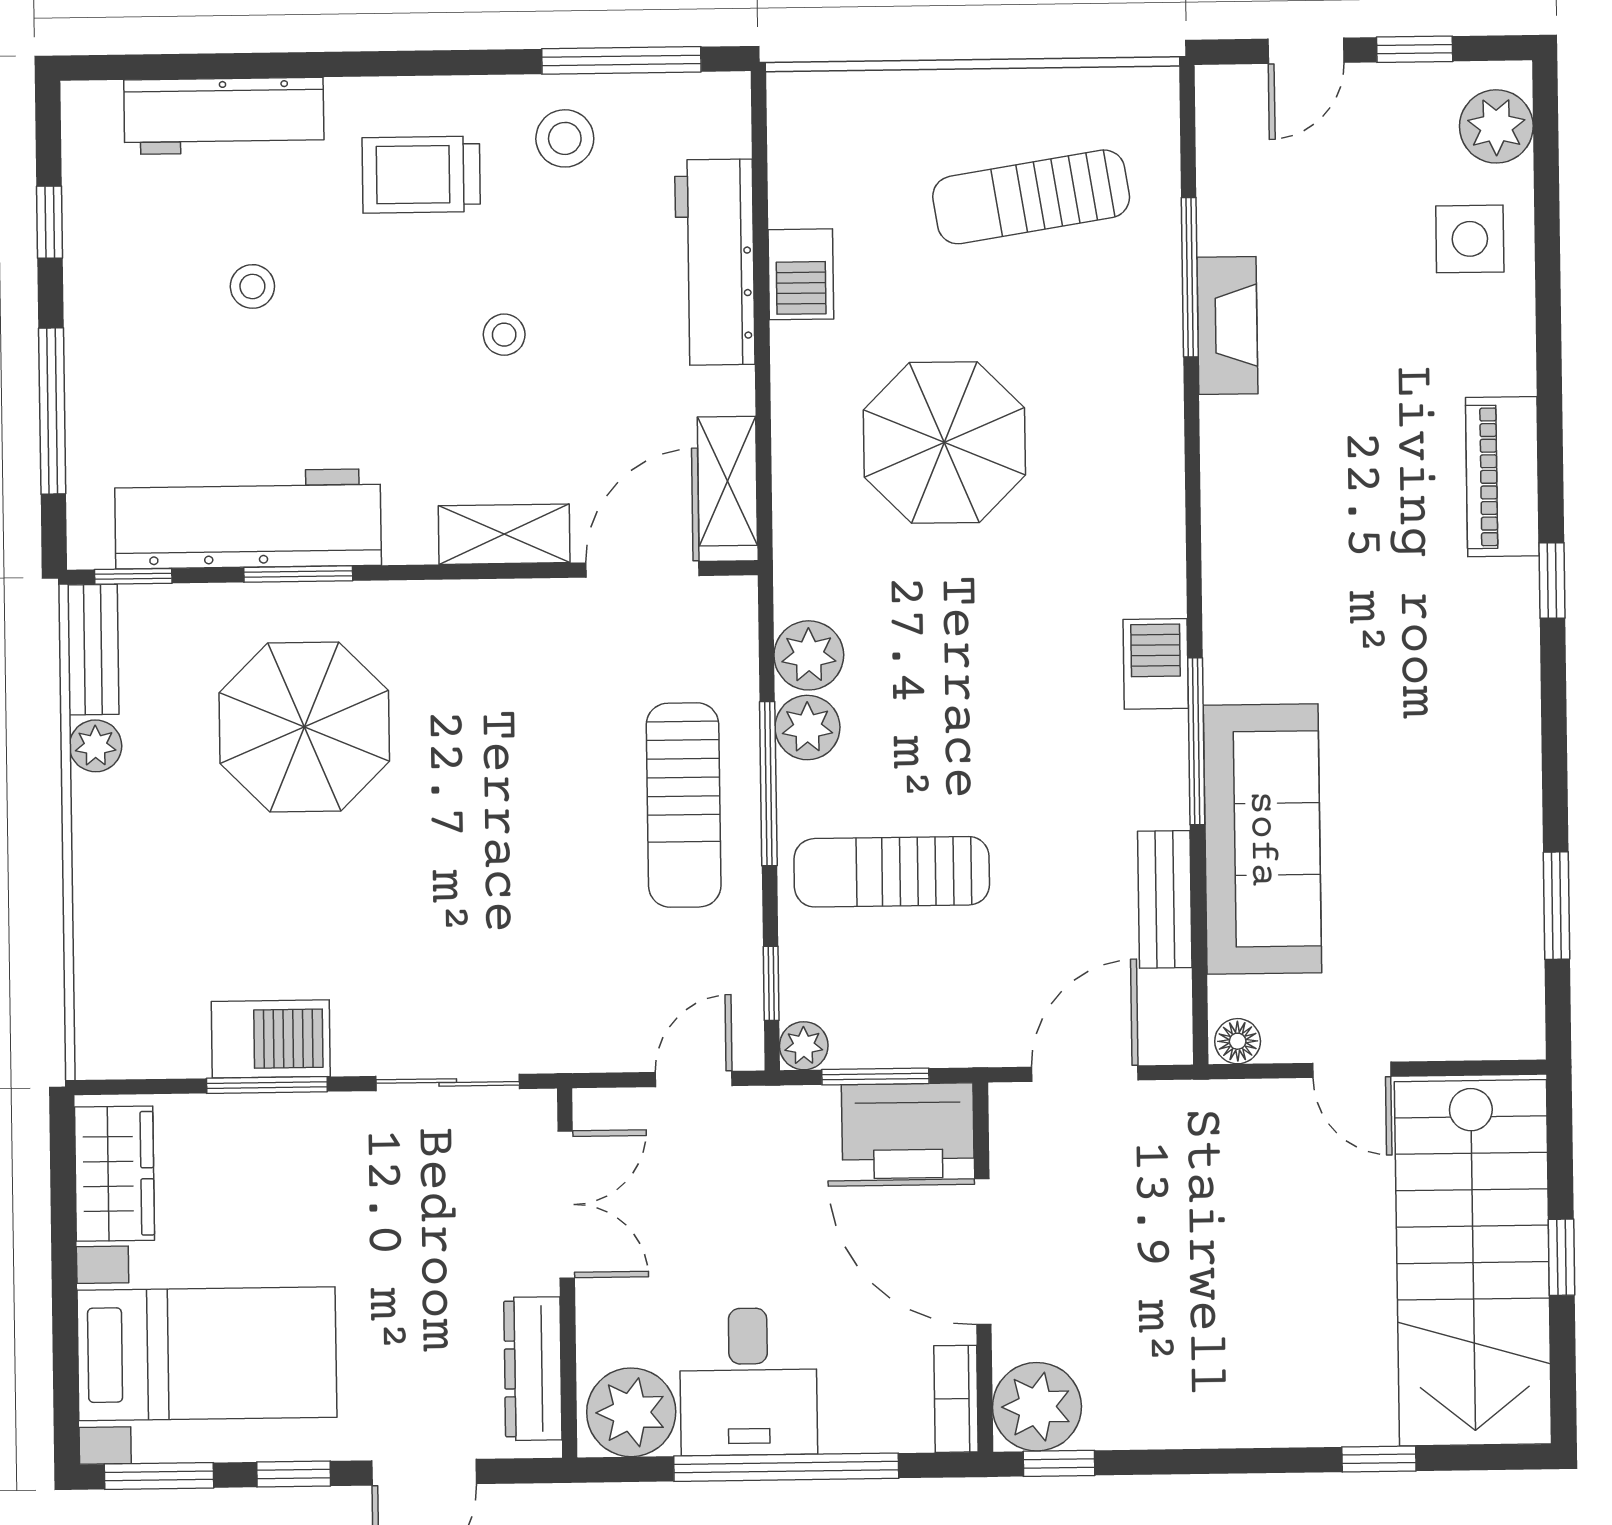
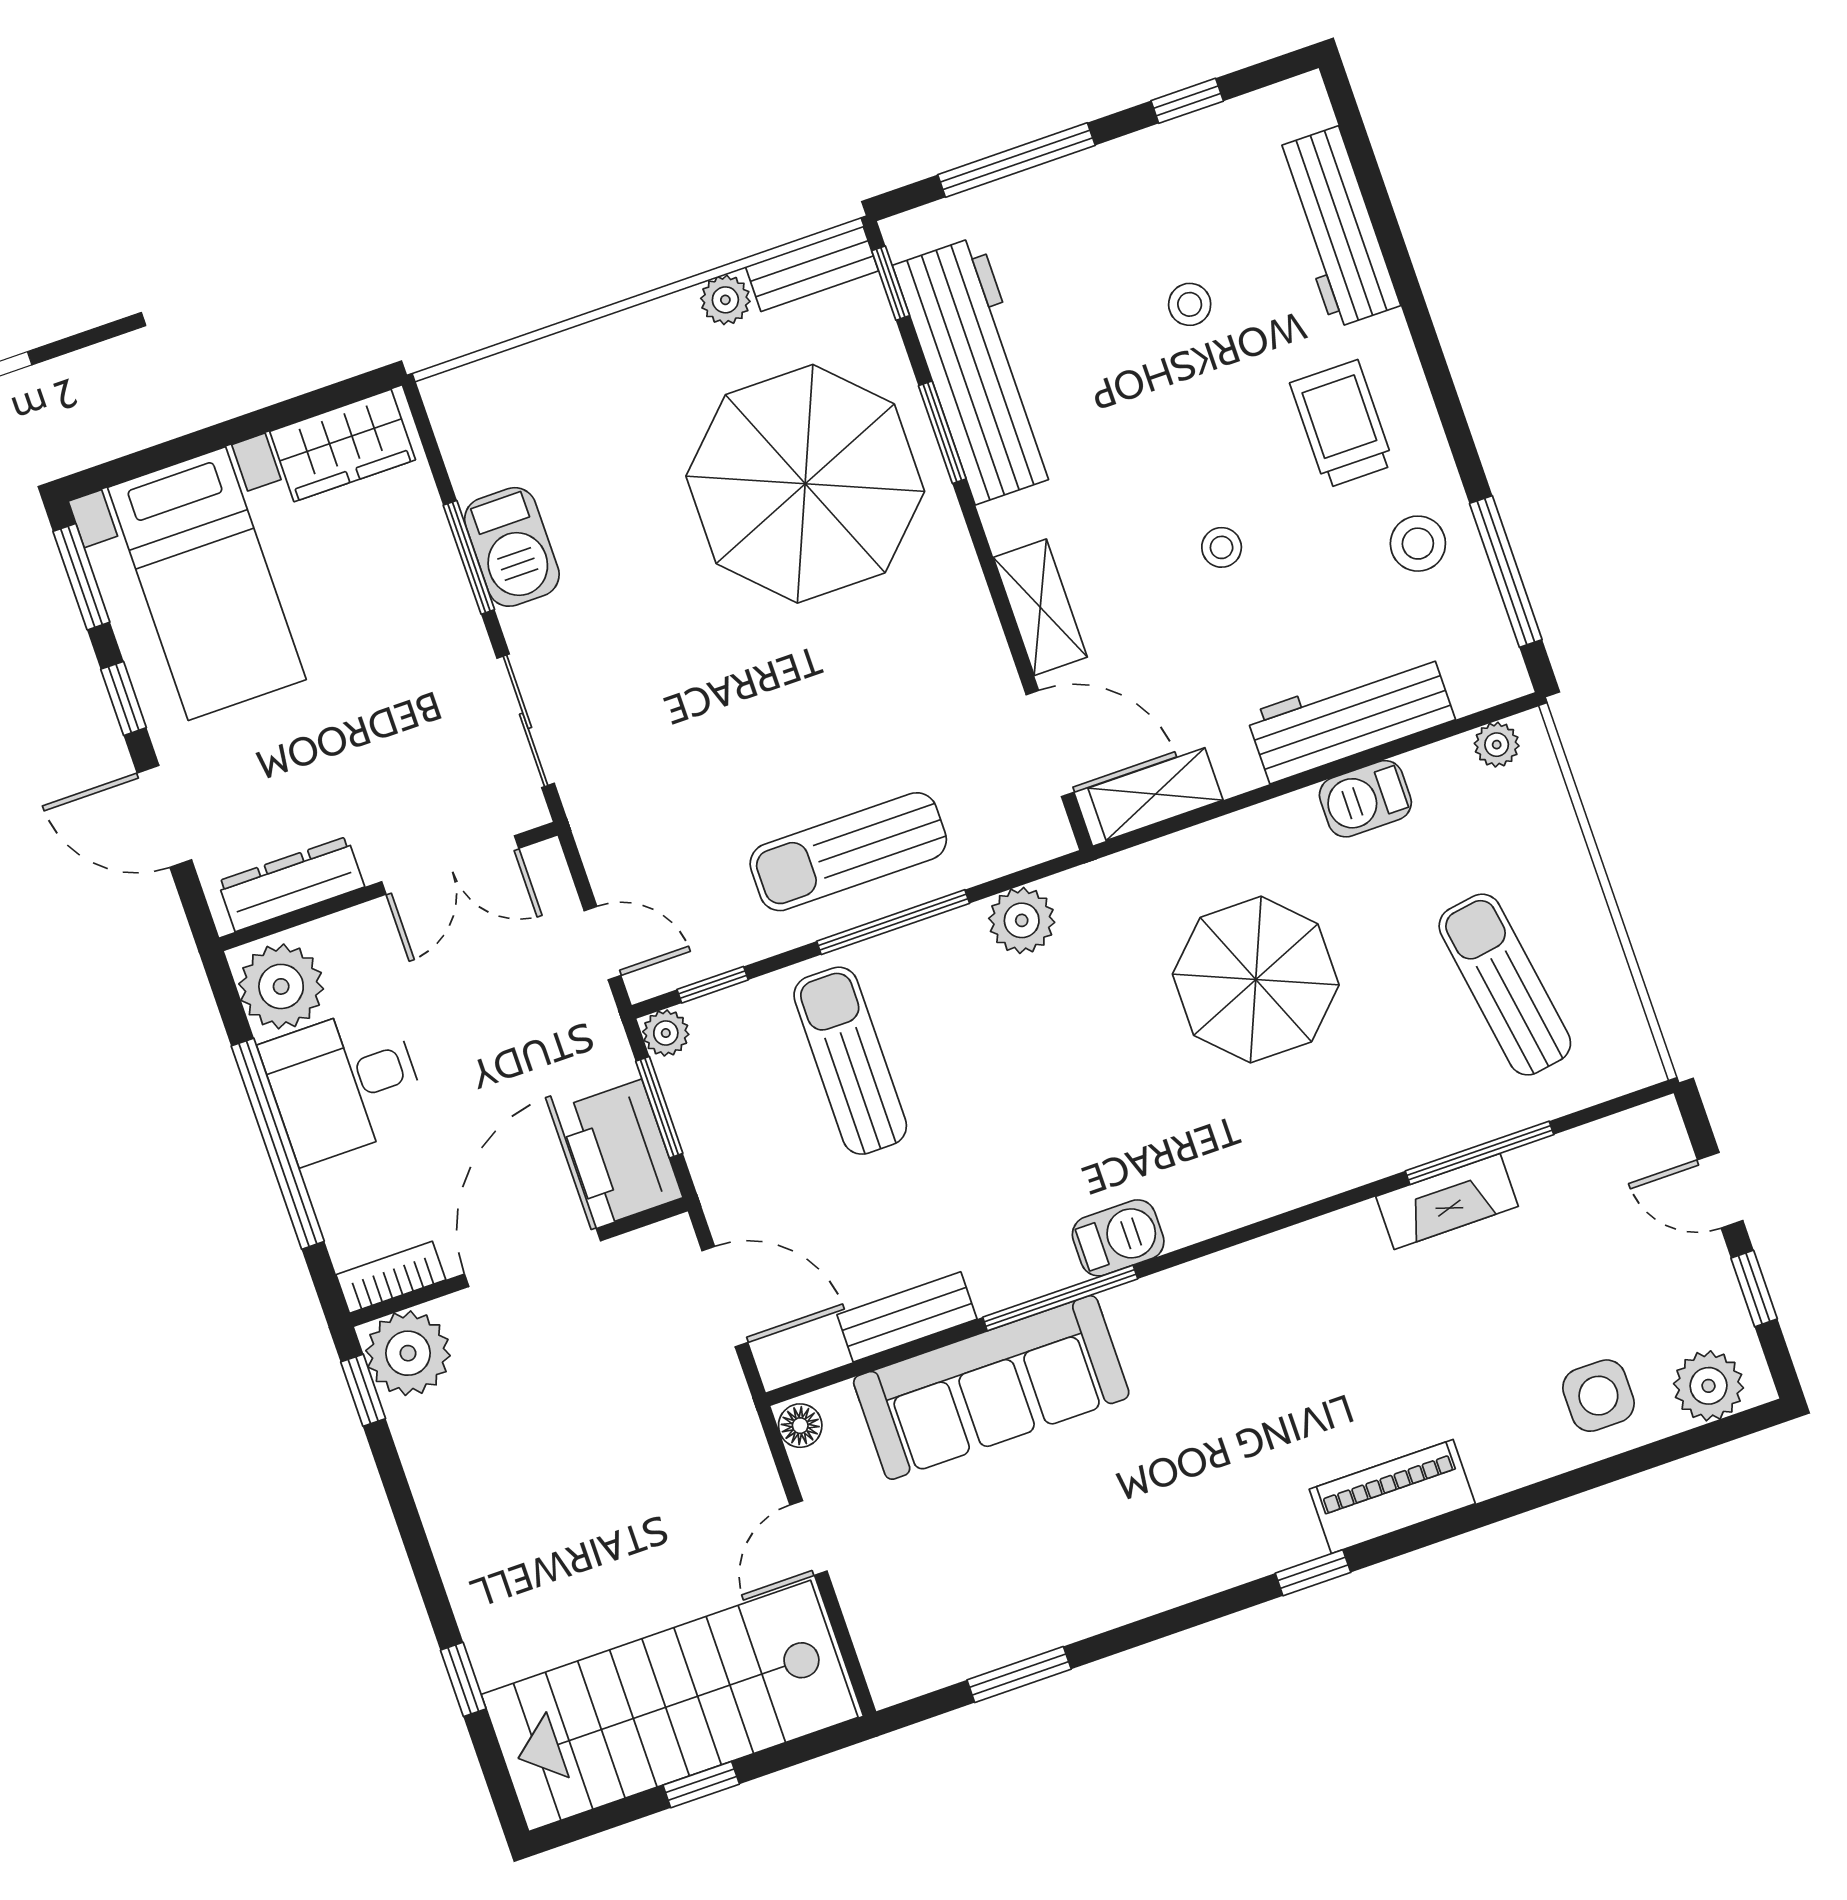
parasol: (304, 727) -> (805, 484), width x1.36, depth x1.36
plant: (807, 728) -> (1497, 745), moved, width x0.73, depth x0.73

